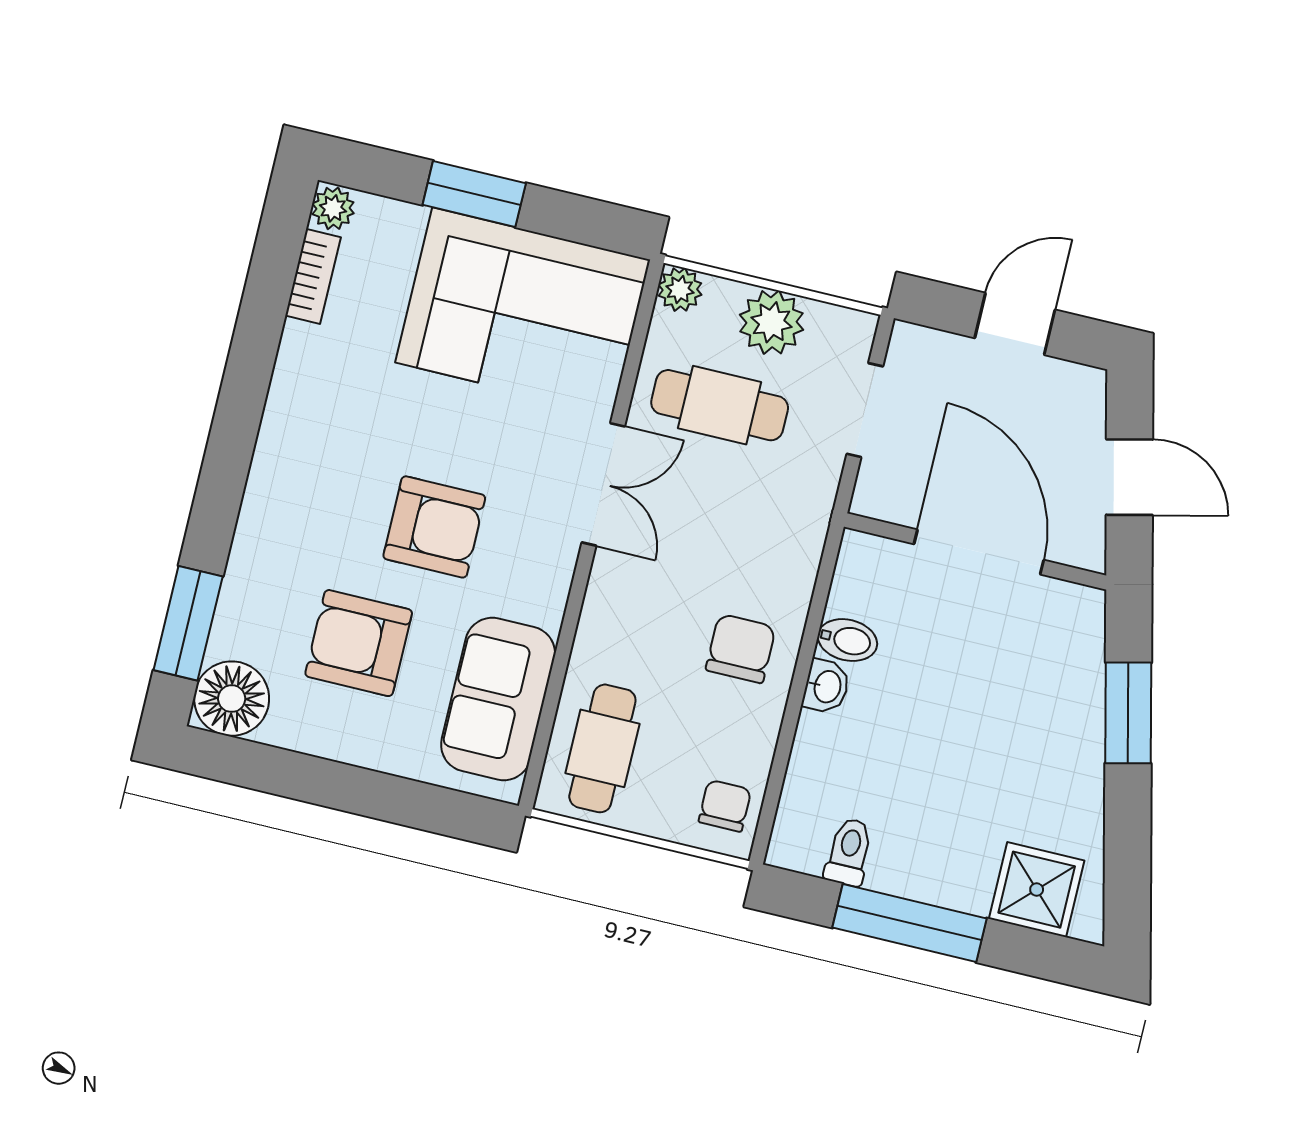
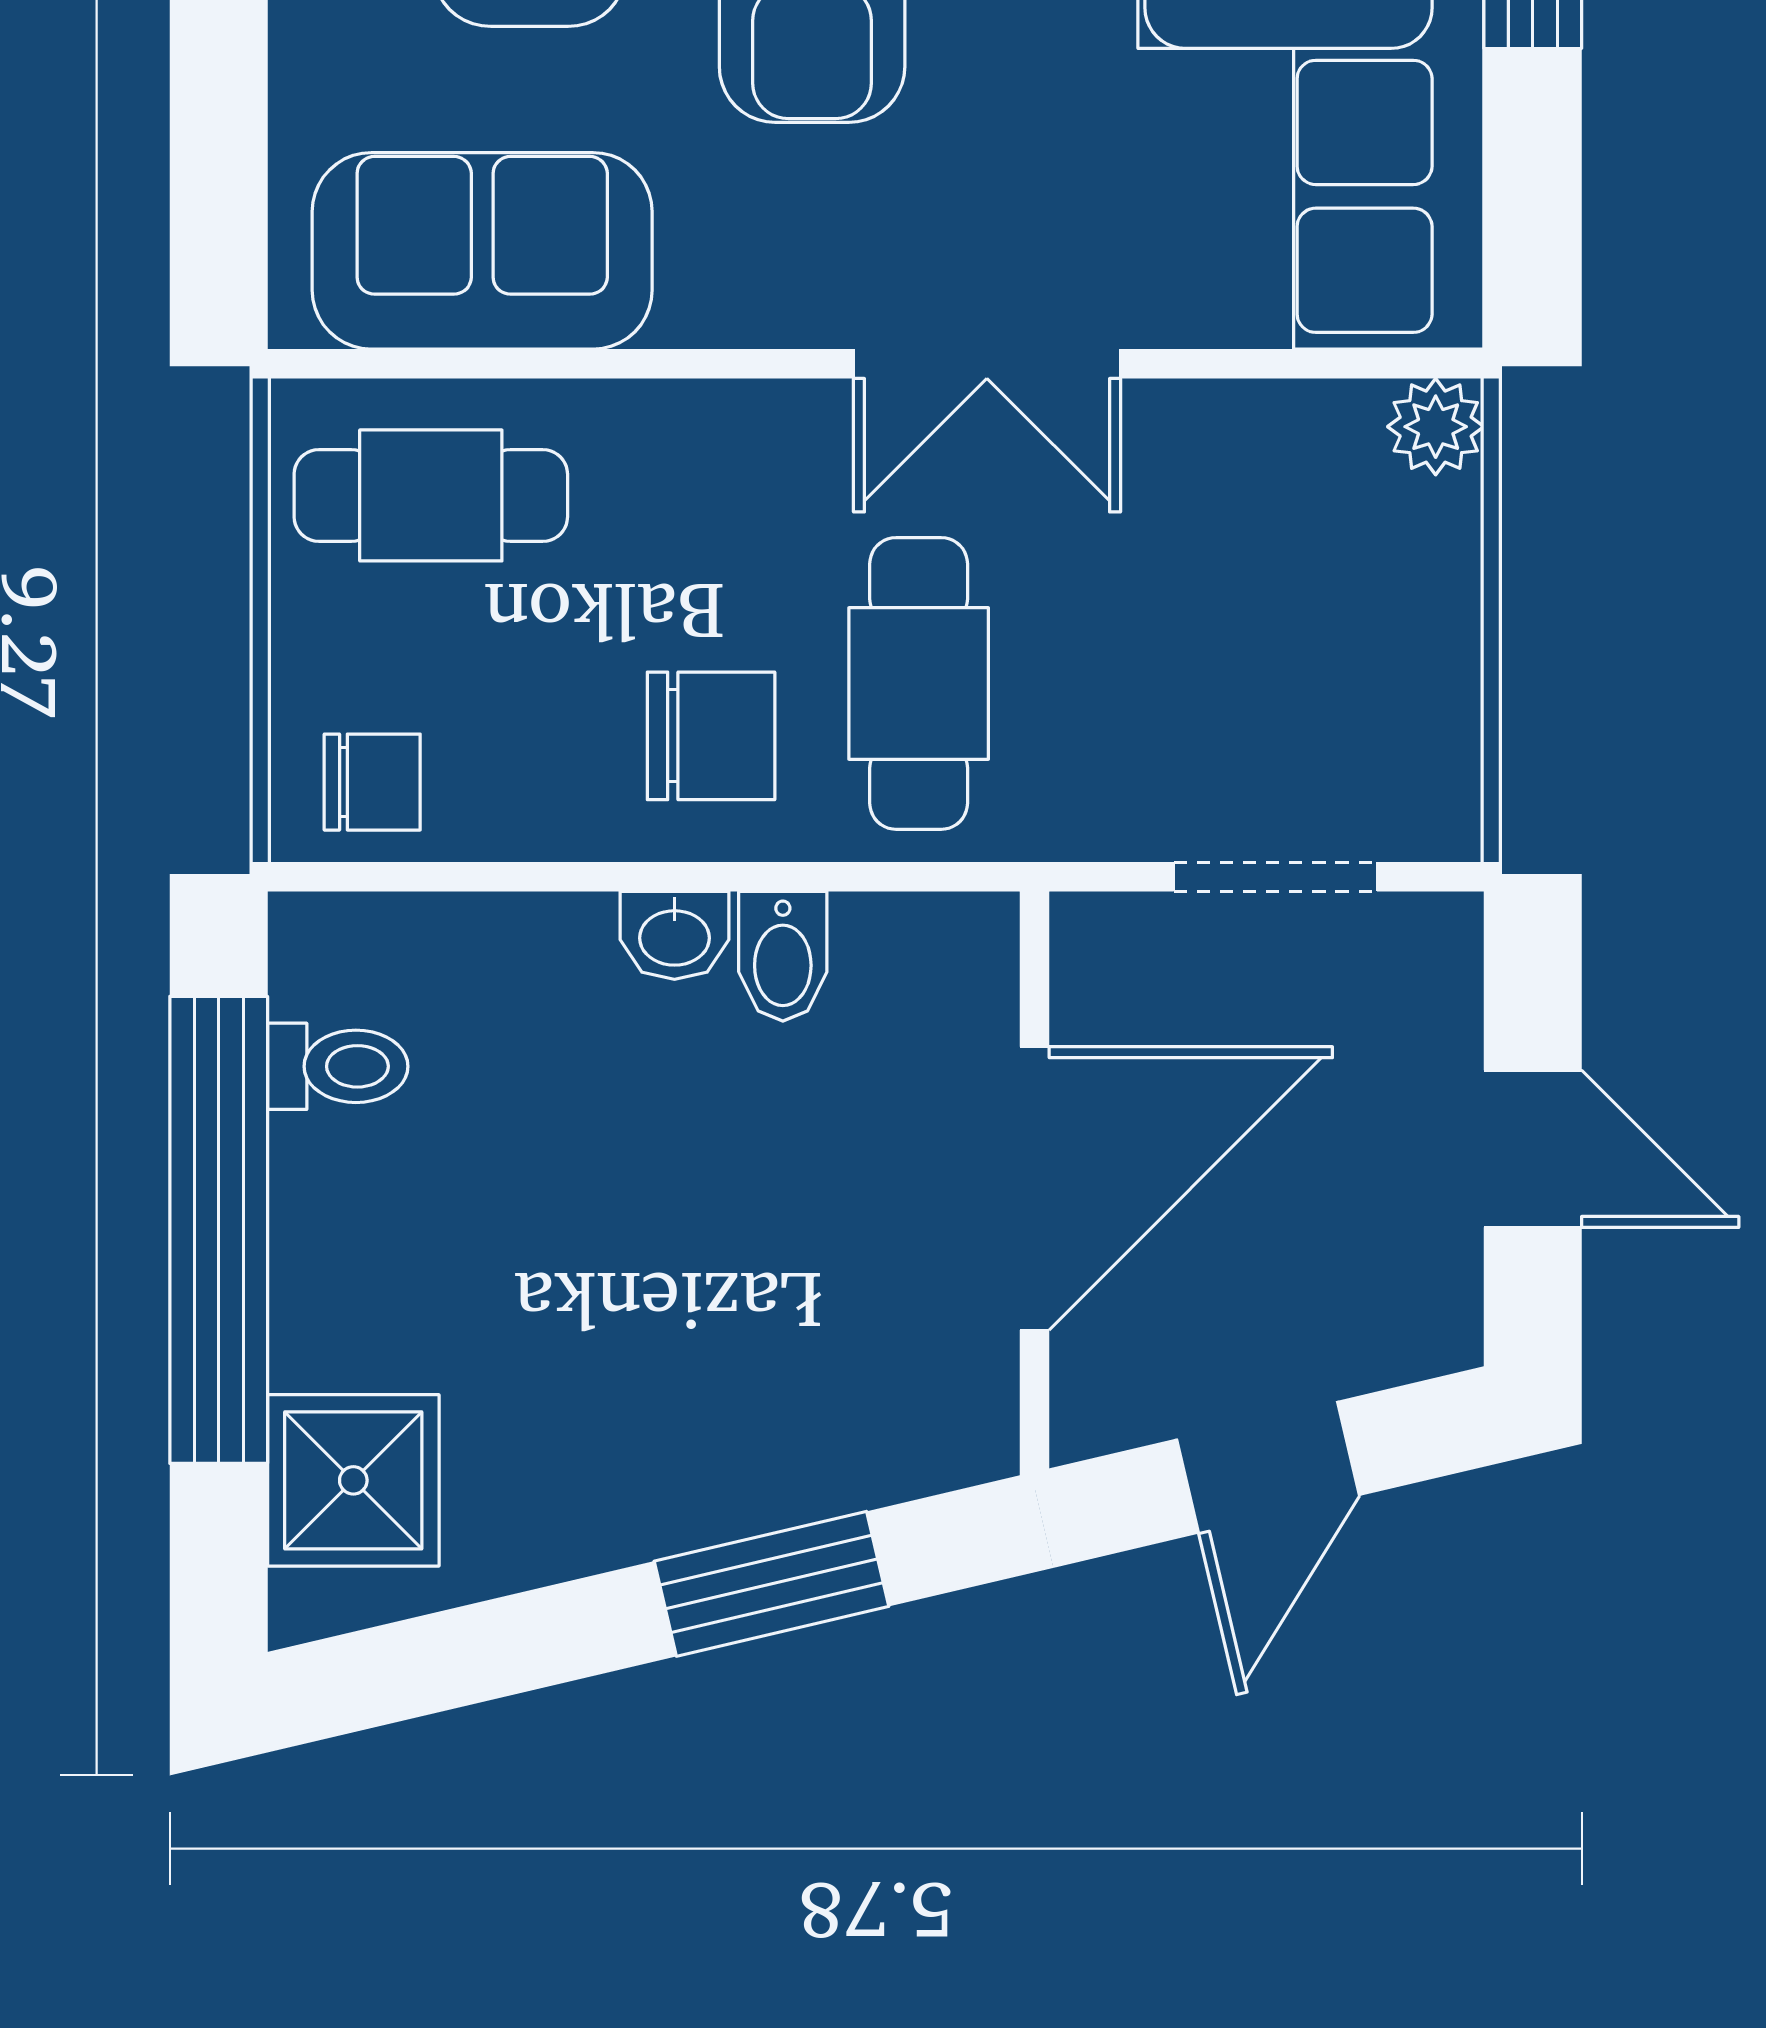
plant: (772, 322) -> (1413, 636), removed
cafe table: (720, 405) -> (919, 683), moved
window: (910, 923) -> (219, 1230), width x1.46

